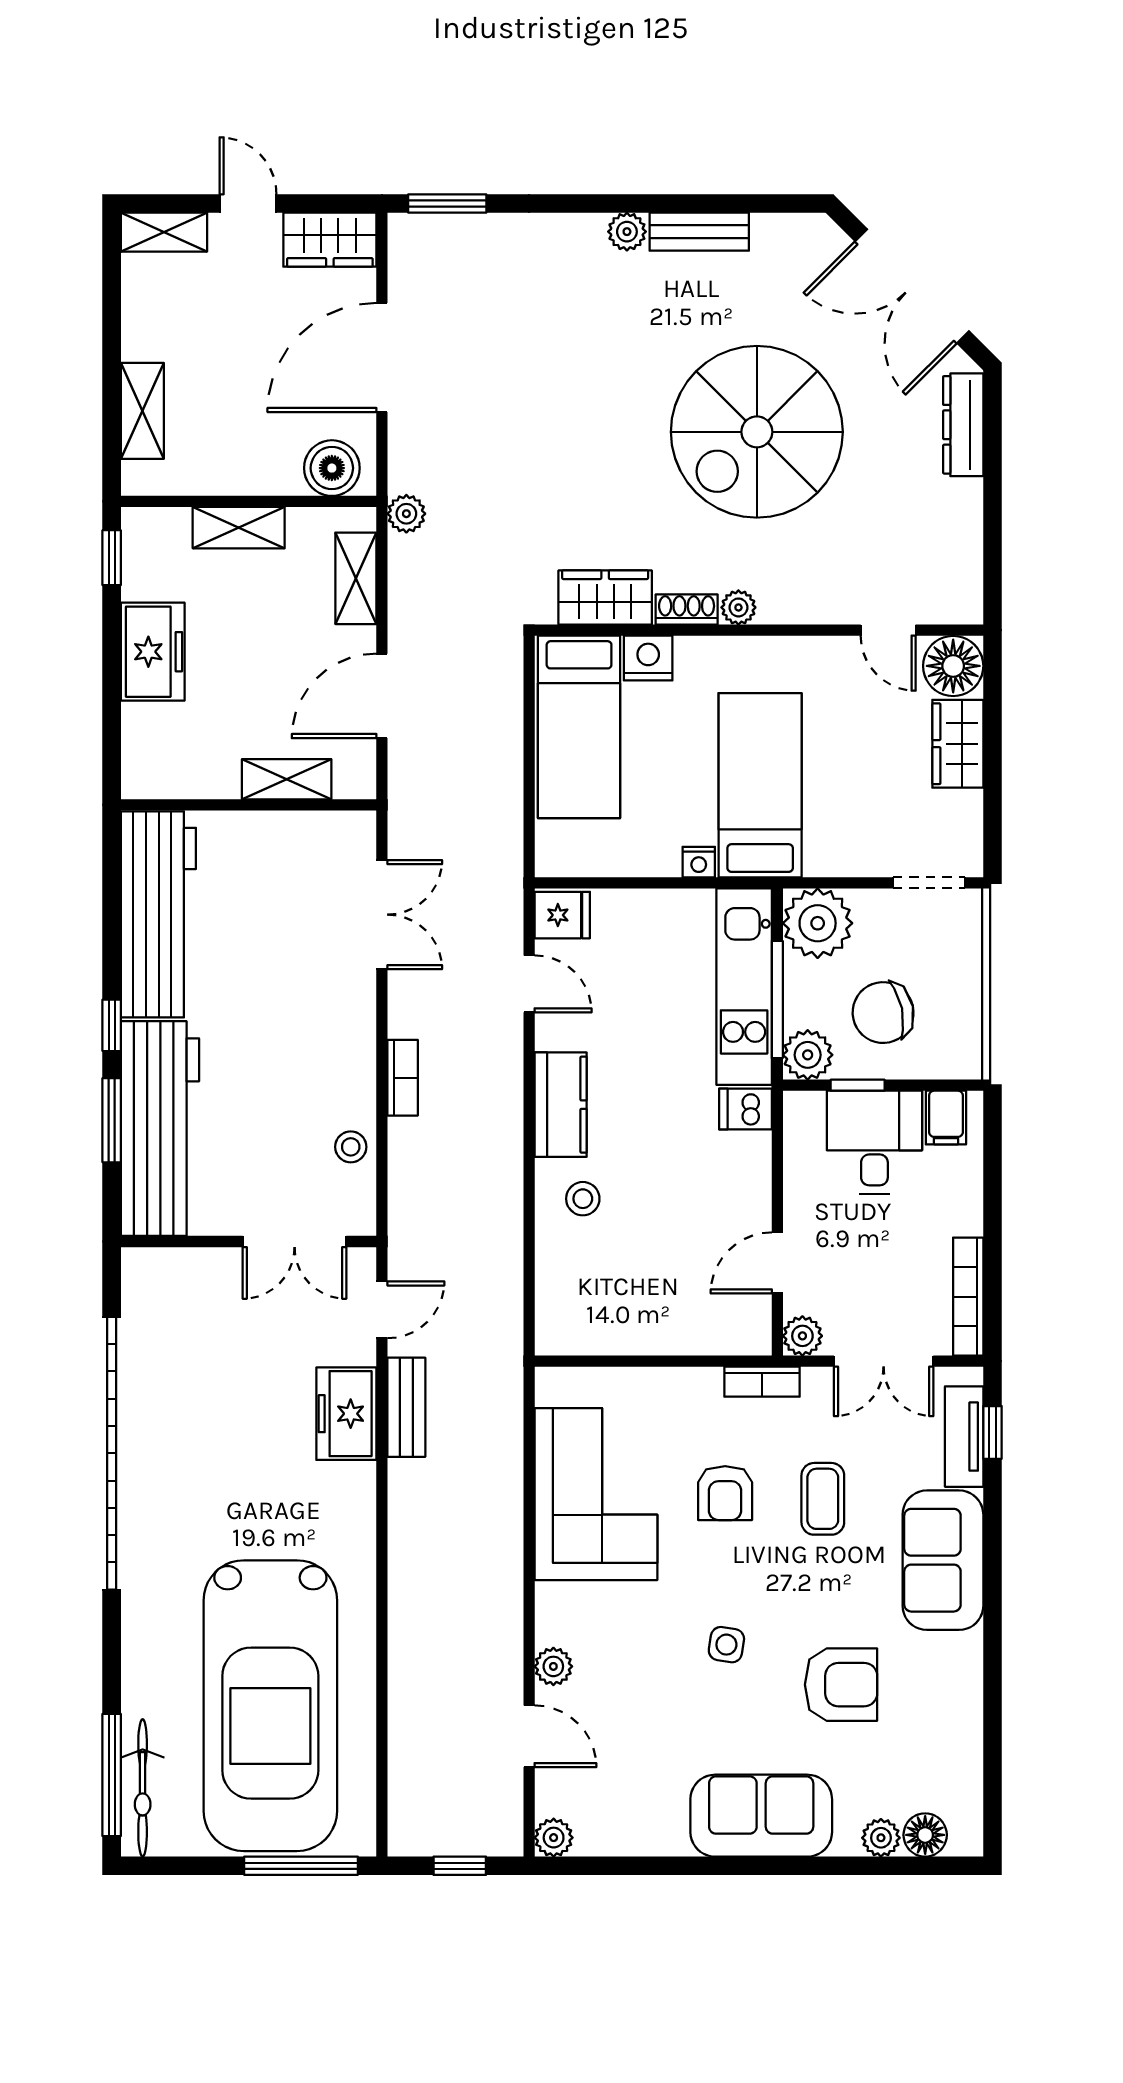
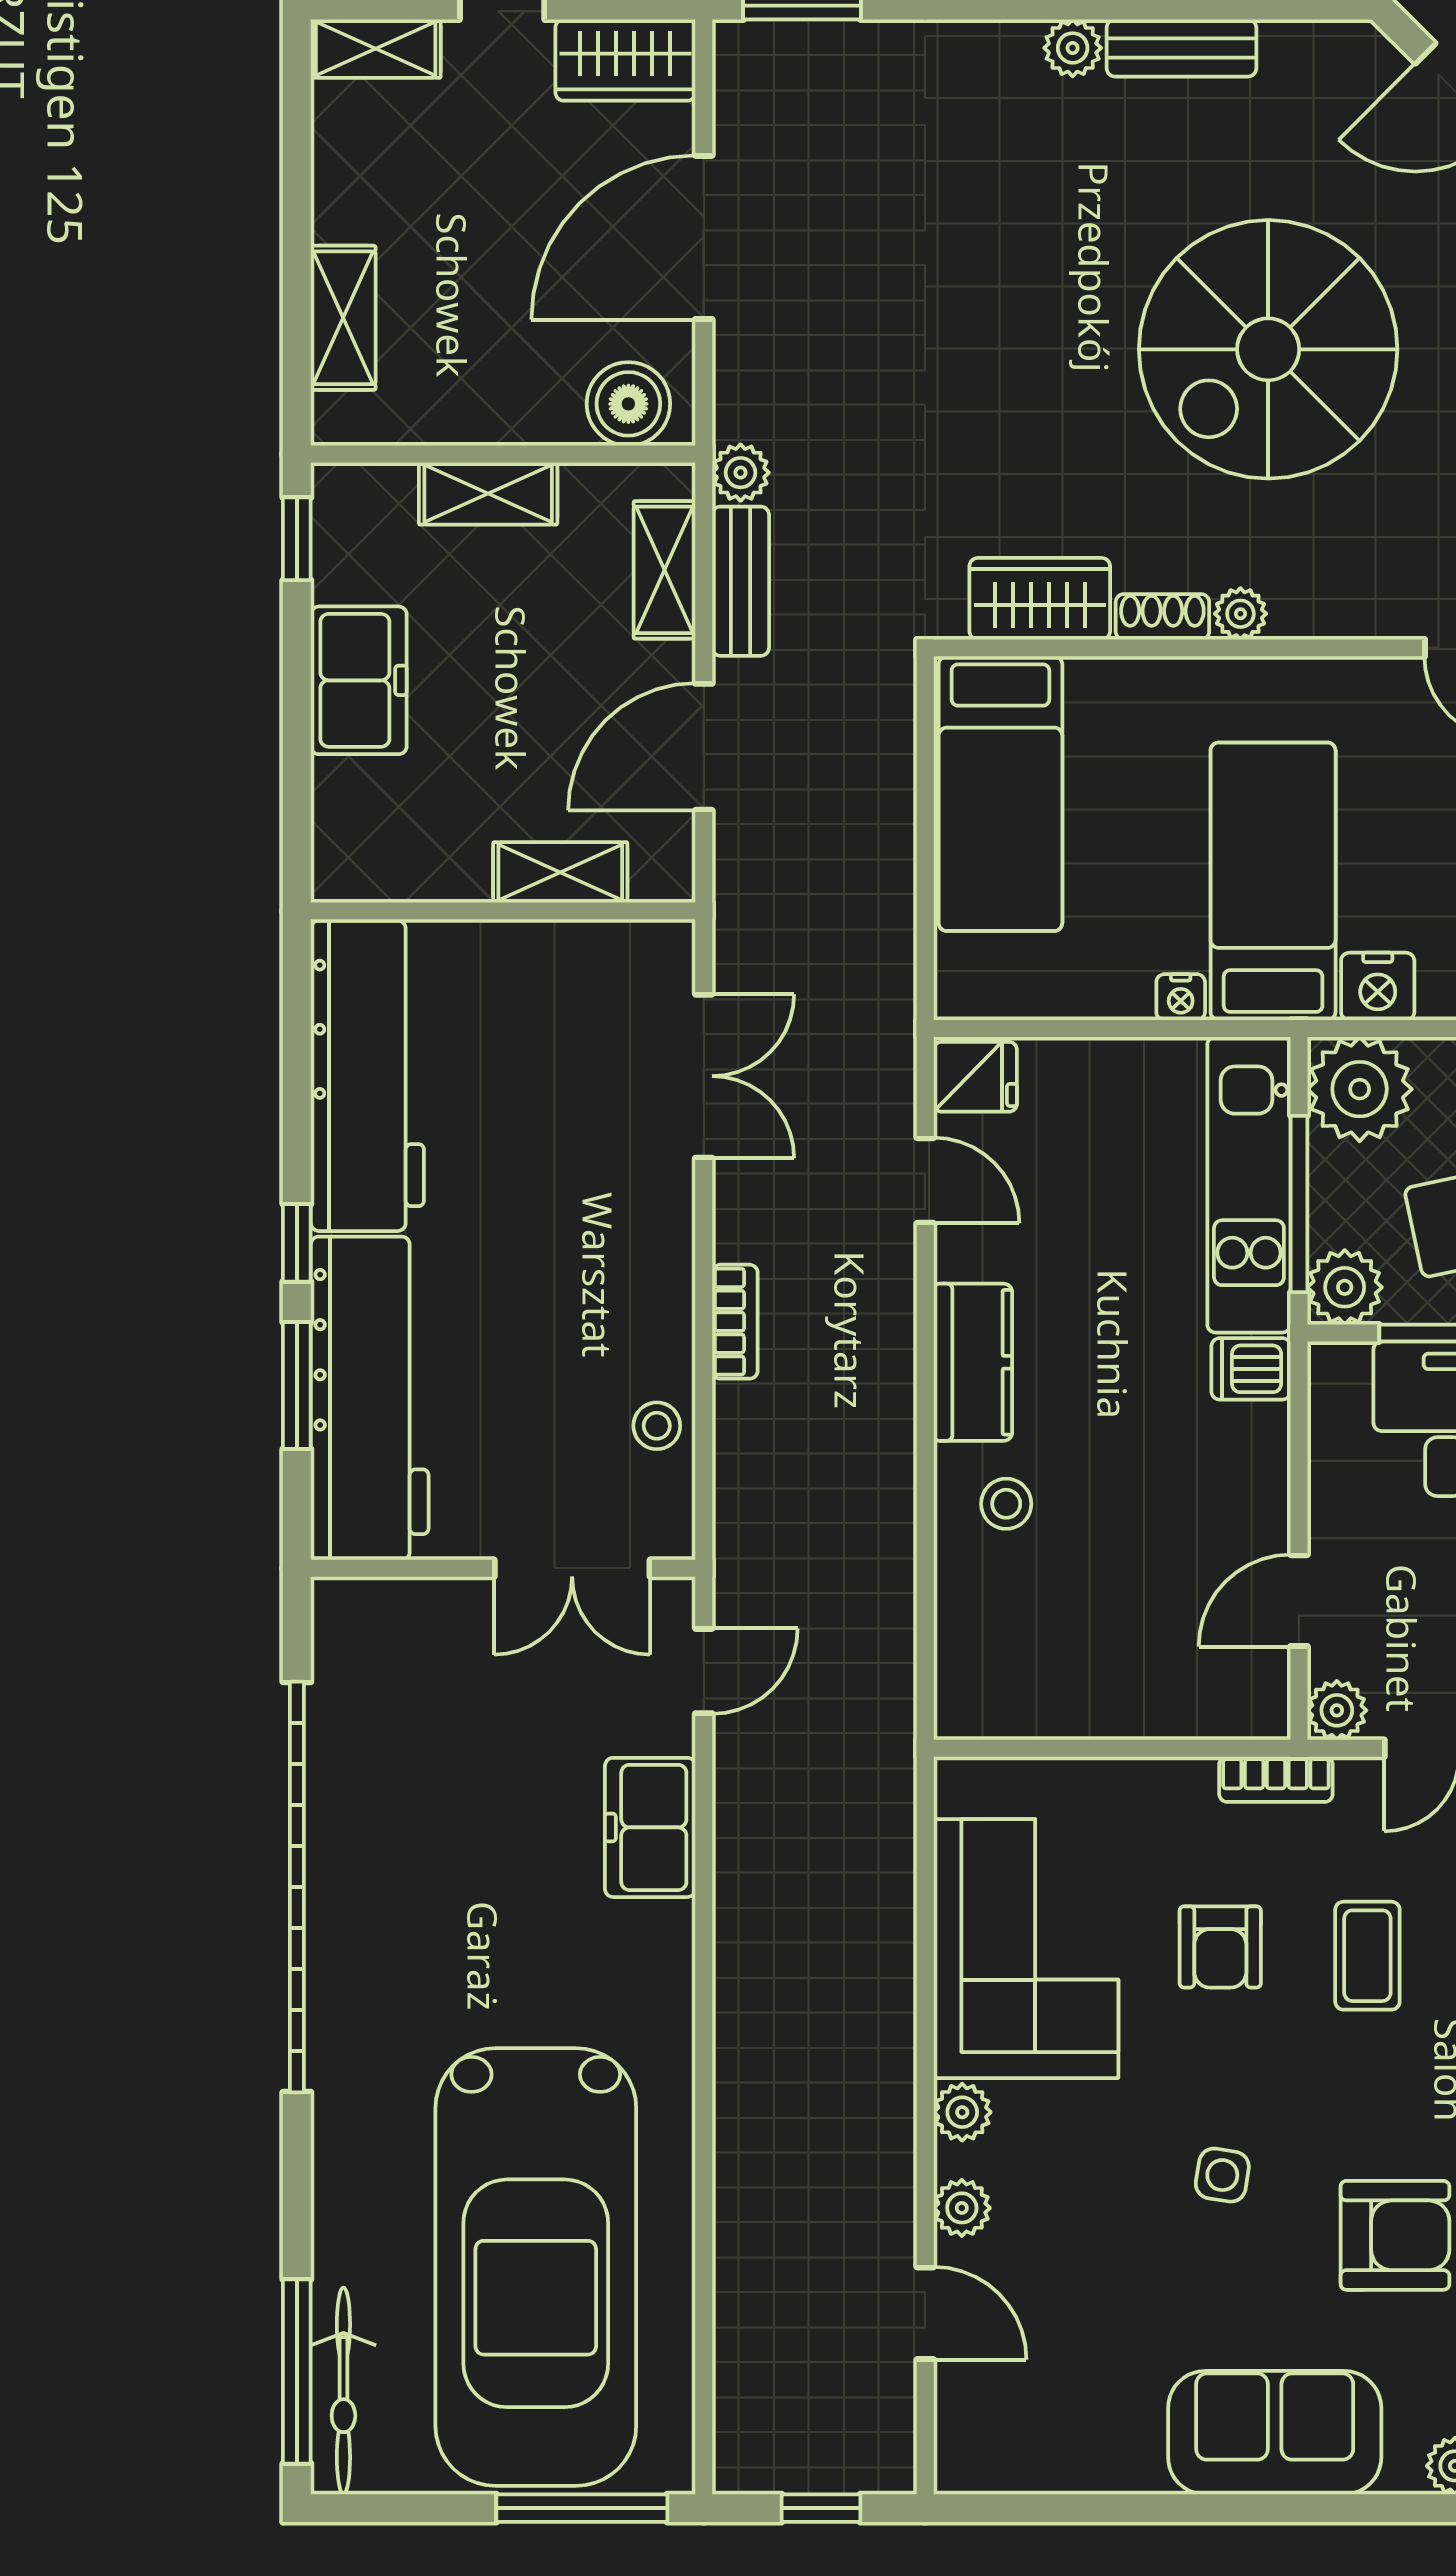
nightstand: (648, 658) -> (1378, 986), moved, turned 180
bench: (406, 1407) -> (741, 581), moved
plant: (554, 1838) -> (962, 2112), moved

